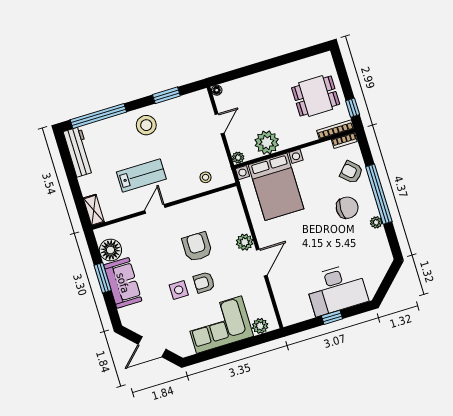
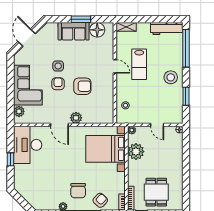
desk: (337, 289) -> (28, 145), moved

